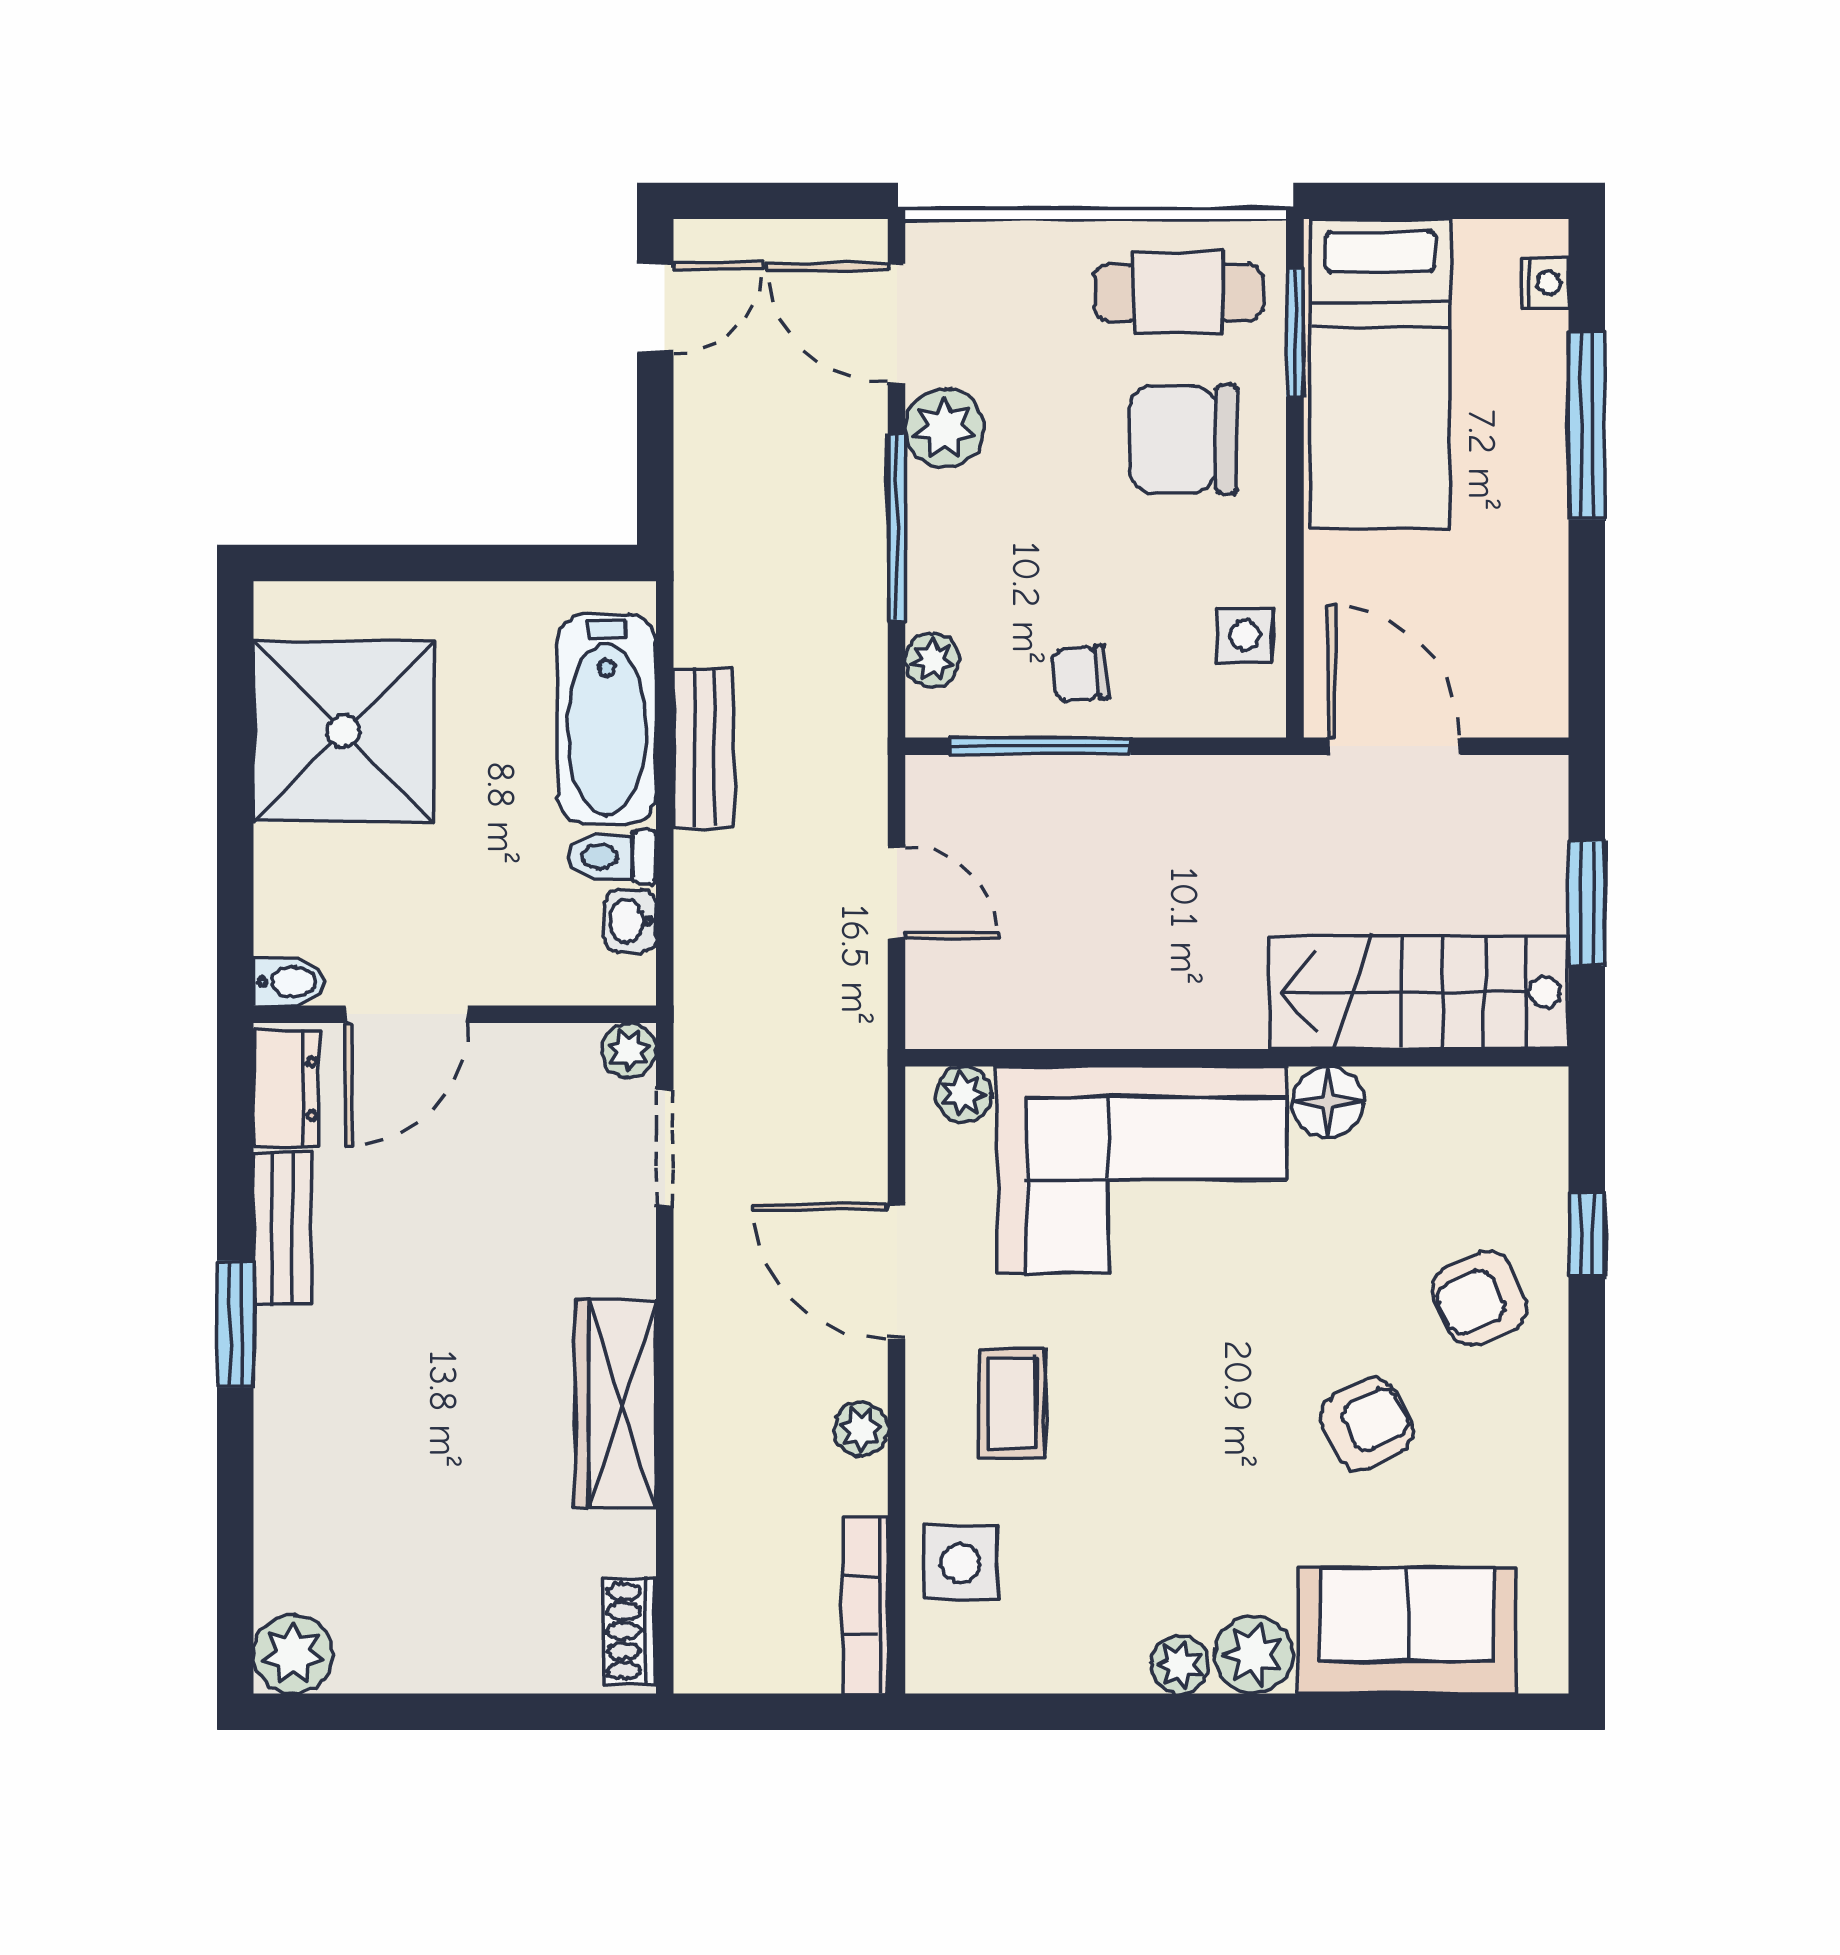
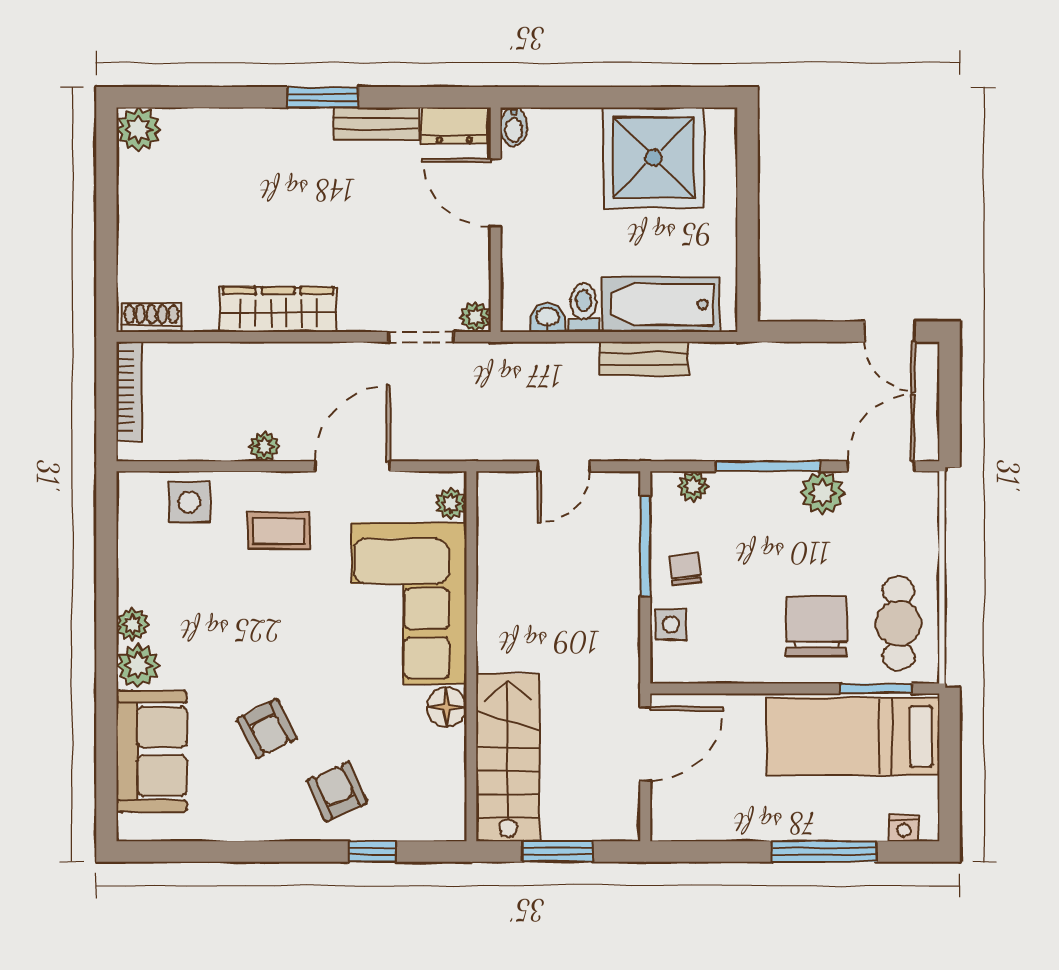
side table: (1245, 635) -> (671, 624), moved
bookcase: (865, 1605) -> (129, 391), moved, turned 90

